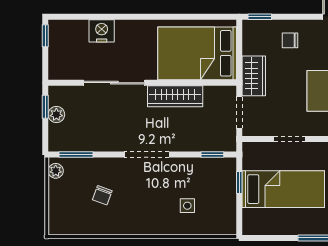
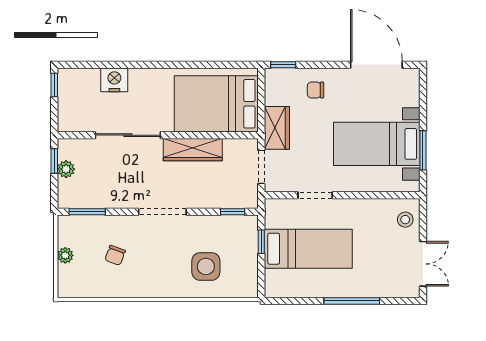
plant: (56, 171) -> (65, 255), moved
side table: (187, 206) -> (206, 266), width x1.87, depth x1.87

